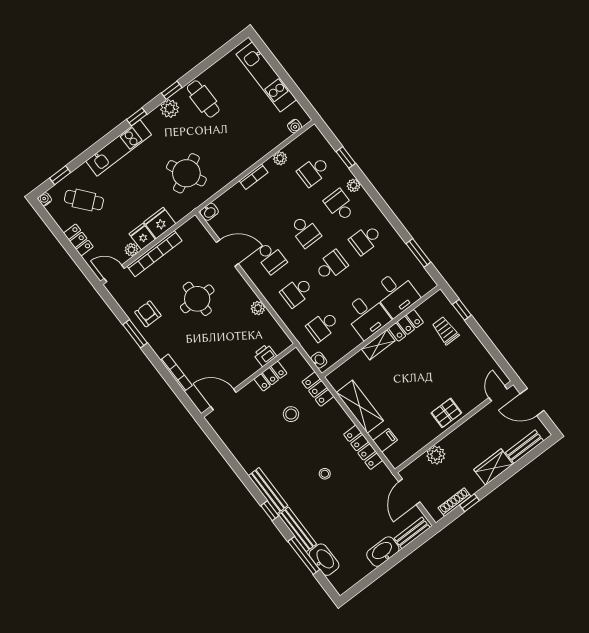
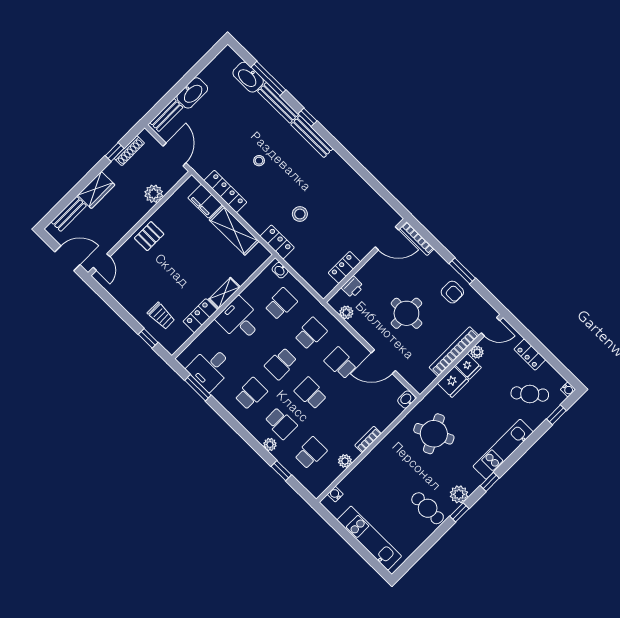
desk: (396, 294) -> (210, 368), moved, turned -90
printer: (265, 355) -> (353, 287), moved
locker: (270, 376) -> (344, 267), moved
wall: (249, 380) -> (365, 260), moved
door: (223, 399) -> (387, 238), moved
filing cabinet: (385, 440) -> (205, 201), width x2.00

